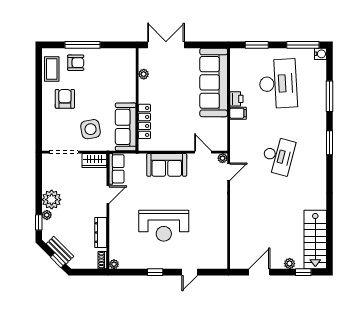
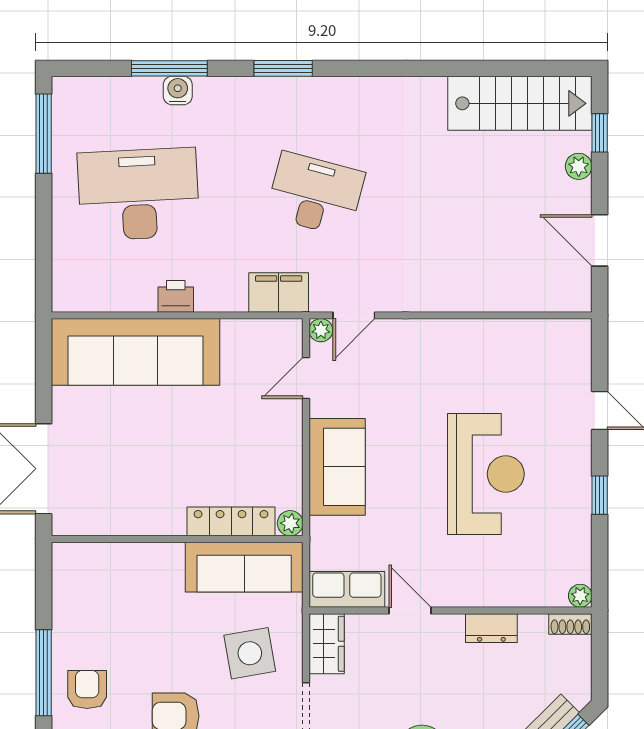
window: (257, 45) -> (44, 246), removed
water cooler: (321, 54) -> (178, 91), moved
plant: (144, 74) -> (290, 523), moved
filing cabinet: (238, 113) -> (279, 292), moved, width x2.00
door: (229, 172) -> (354, 315), swing flipped
dresser: (101, 233) -> (491, 628), width x0.70

